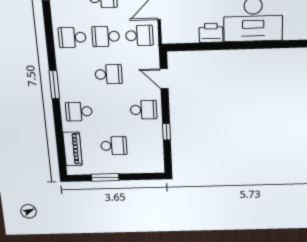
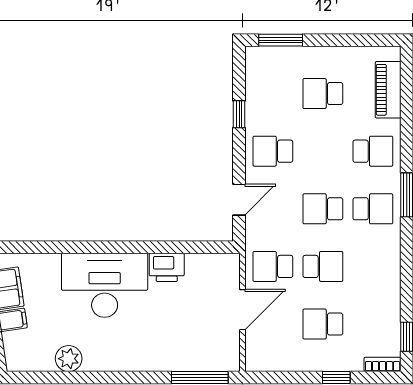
school desk: (72, 37) -> (373, 209), moved
door: (164, 79) -> (239, 200), hinge flipped
window: (105, 177) -> (281, 40), moved

